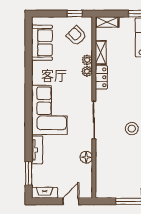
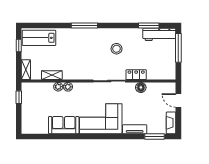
armchair: (76, 36) -> (37, 96), removed
sofa: (42, 43) -> (64, 125), moved
locker: (101, 77) -> (136, 75), moved

